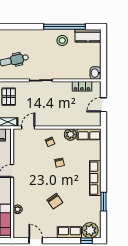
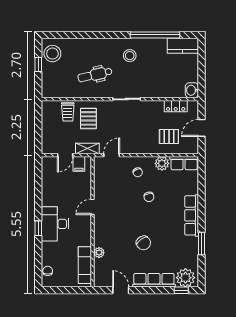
stool: (62, 40) -> (130, 56), moved
pallet: (76, 112) -> (169, 137), added
row of seats: (69, 232) -> (154, 280), width x1.48

